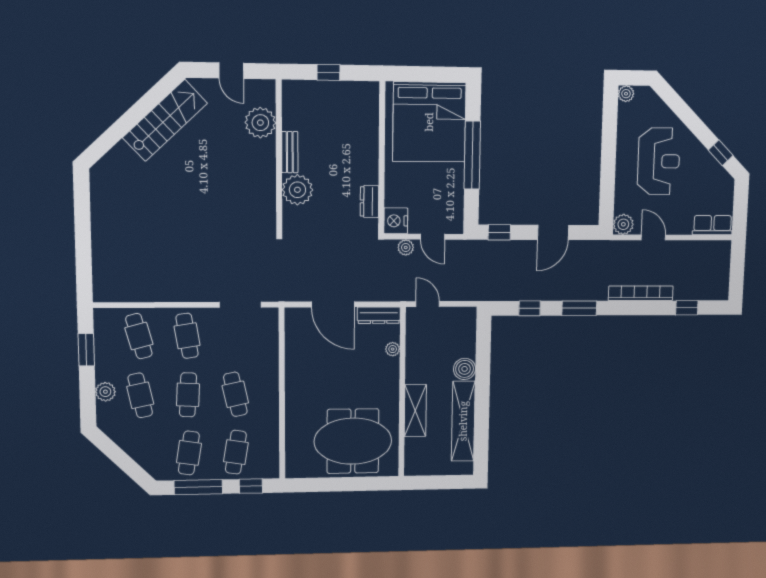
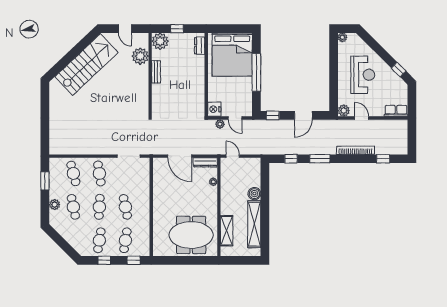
stairs: (165, 120) -> (86, 65), width x1.36, depth x1.51
plant: (297, 190) -> (160, 41), moved
dresser: (369, 202) -> (200, 46), moved
shelving: (415, 411) -> (227, 231), moved
window: (198, 487) -> (104, 260), width x0.46

